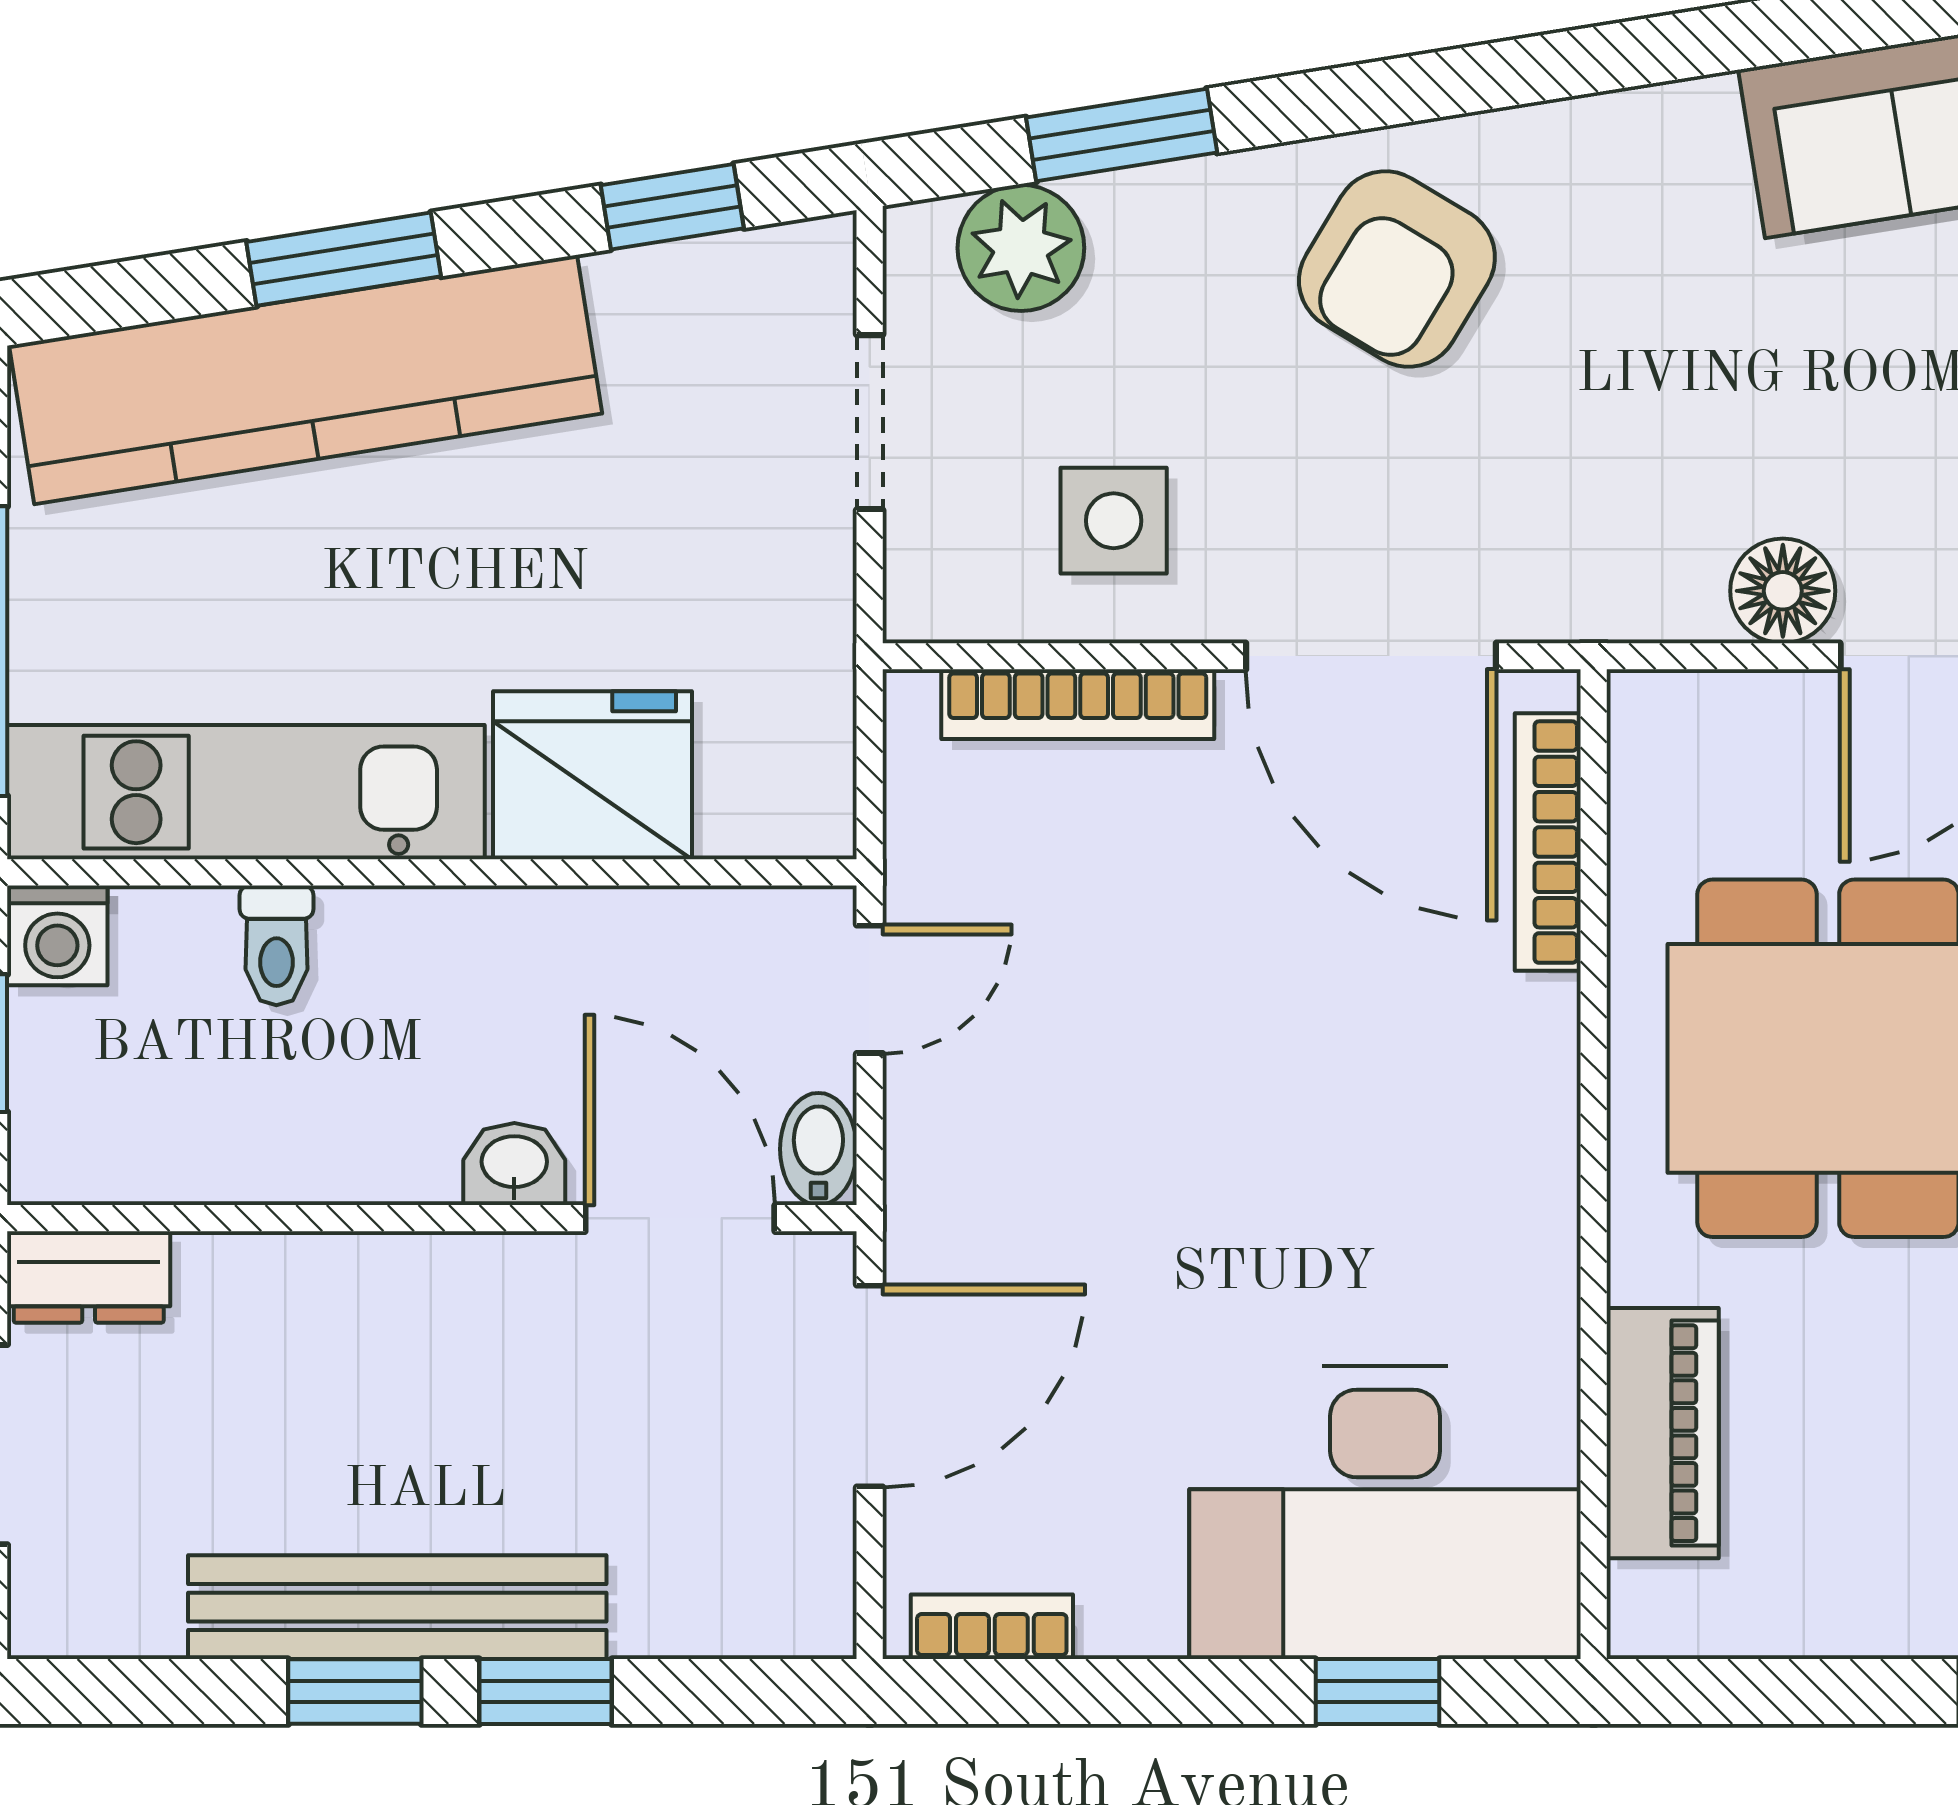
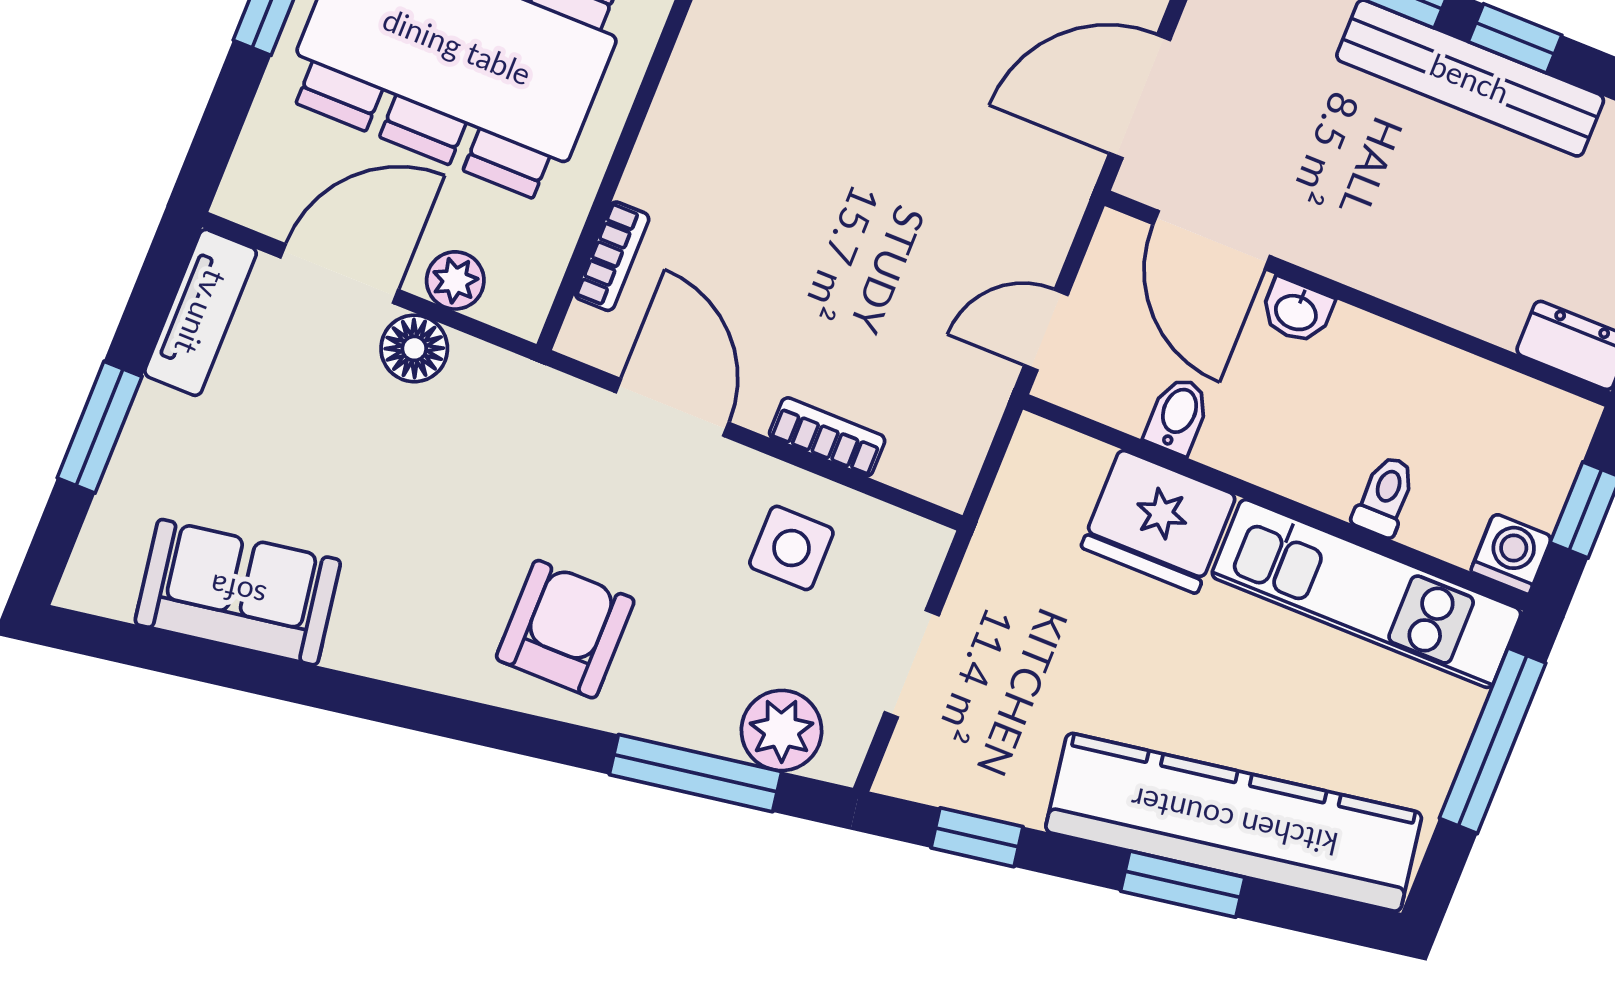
window: (1122, 135) -> (696, 773), width x1.44
armchair: (1397, 269) -> (565, 629), turned -31
door: (1371, 656) -> (672, 407), width x0.73
bookcase: (1078, 704) -> (827, 437), width x0.64
plant: (1763, 714) -> (455, 280), added
bookcase: (1548, 842) -> (612, 256), width x0.64
bidet: (818, 1149) -> (1178, 415), moved, turned 180

